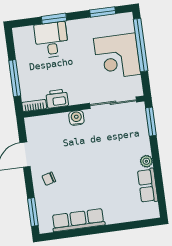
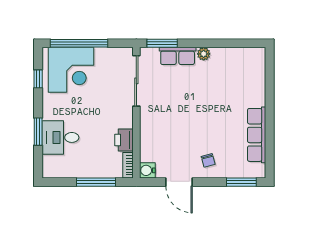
window: (103, 12) -> (38, 79), width x0.67
corner desk: (117, 56) -> (71, 70), moved
water cooler: (76, 118) -> (147, 170), moved
row of seats: (148, 186) -> (178, 56), moved

